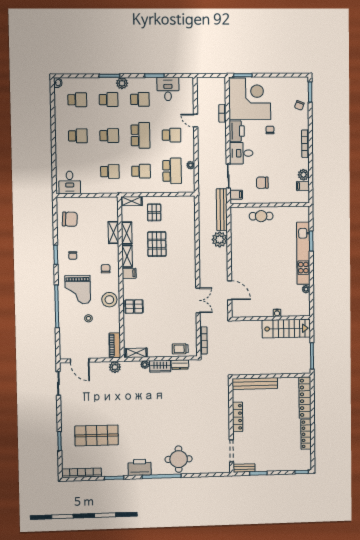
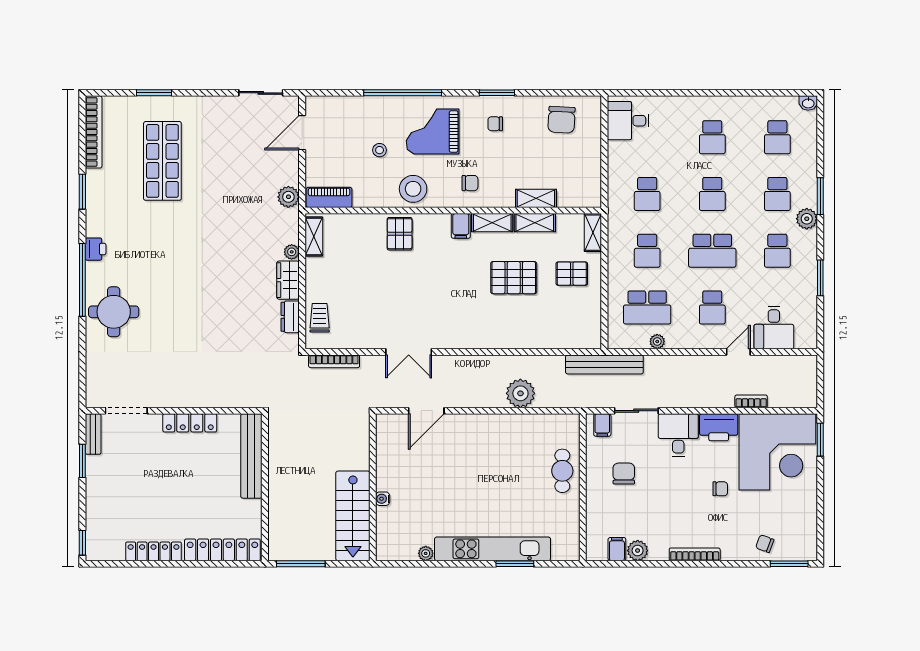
desk: (168, 89) -> (774, 328), moved, turned 90
bench: (222, 210) -> (604, 364), moved
printer: (140, 467) -> (96, 249), width x0.53, depth x0.68

